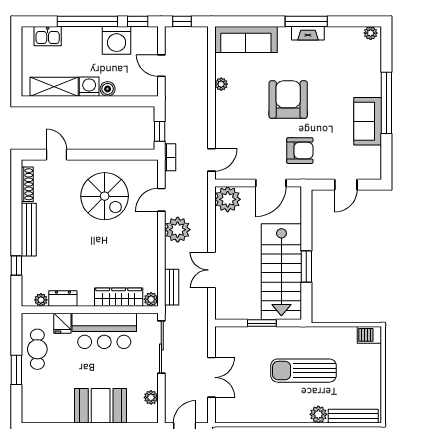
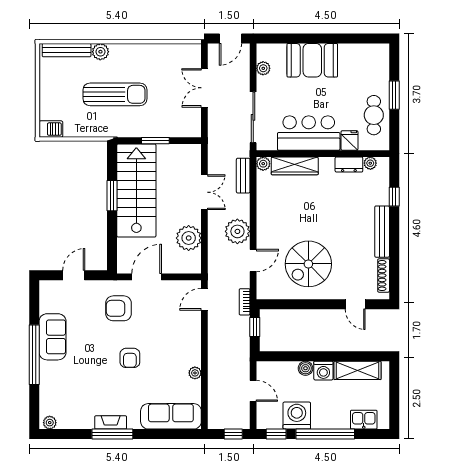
armchair: (288, 100) -> (130, 358), width x0.53, depth x0.53
spiral stairs: (105, 196) -> (308, 264), turned -90
plant: (228, 199) -> (189, 238), moved

